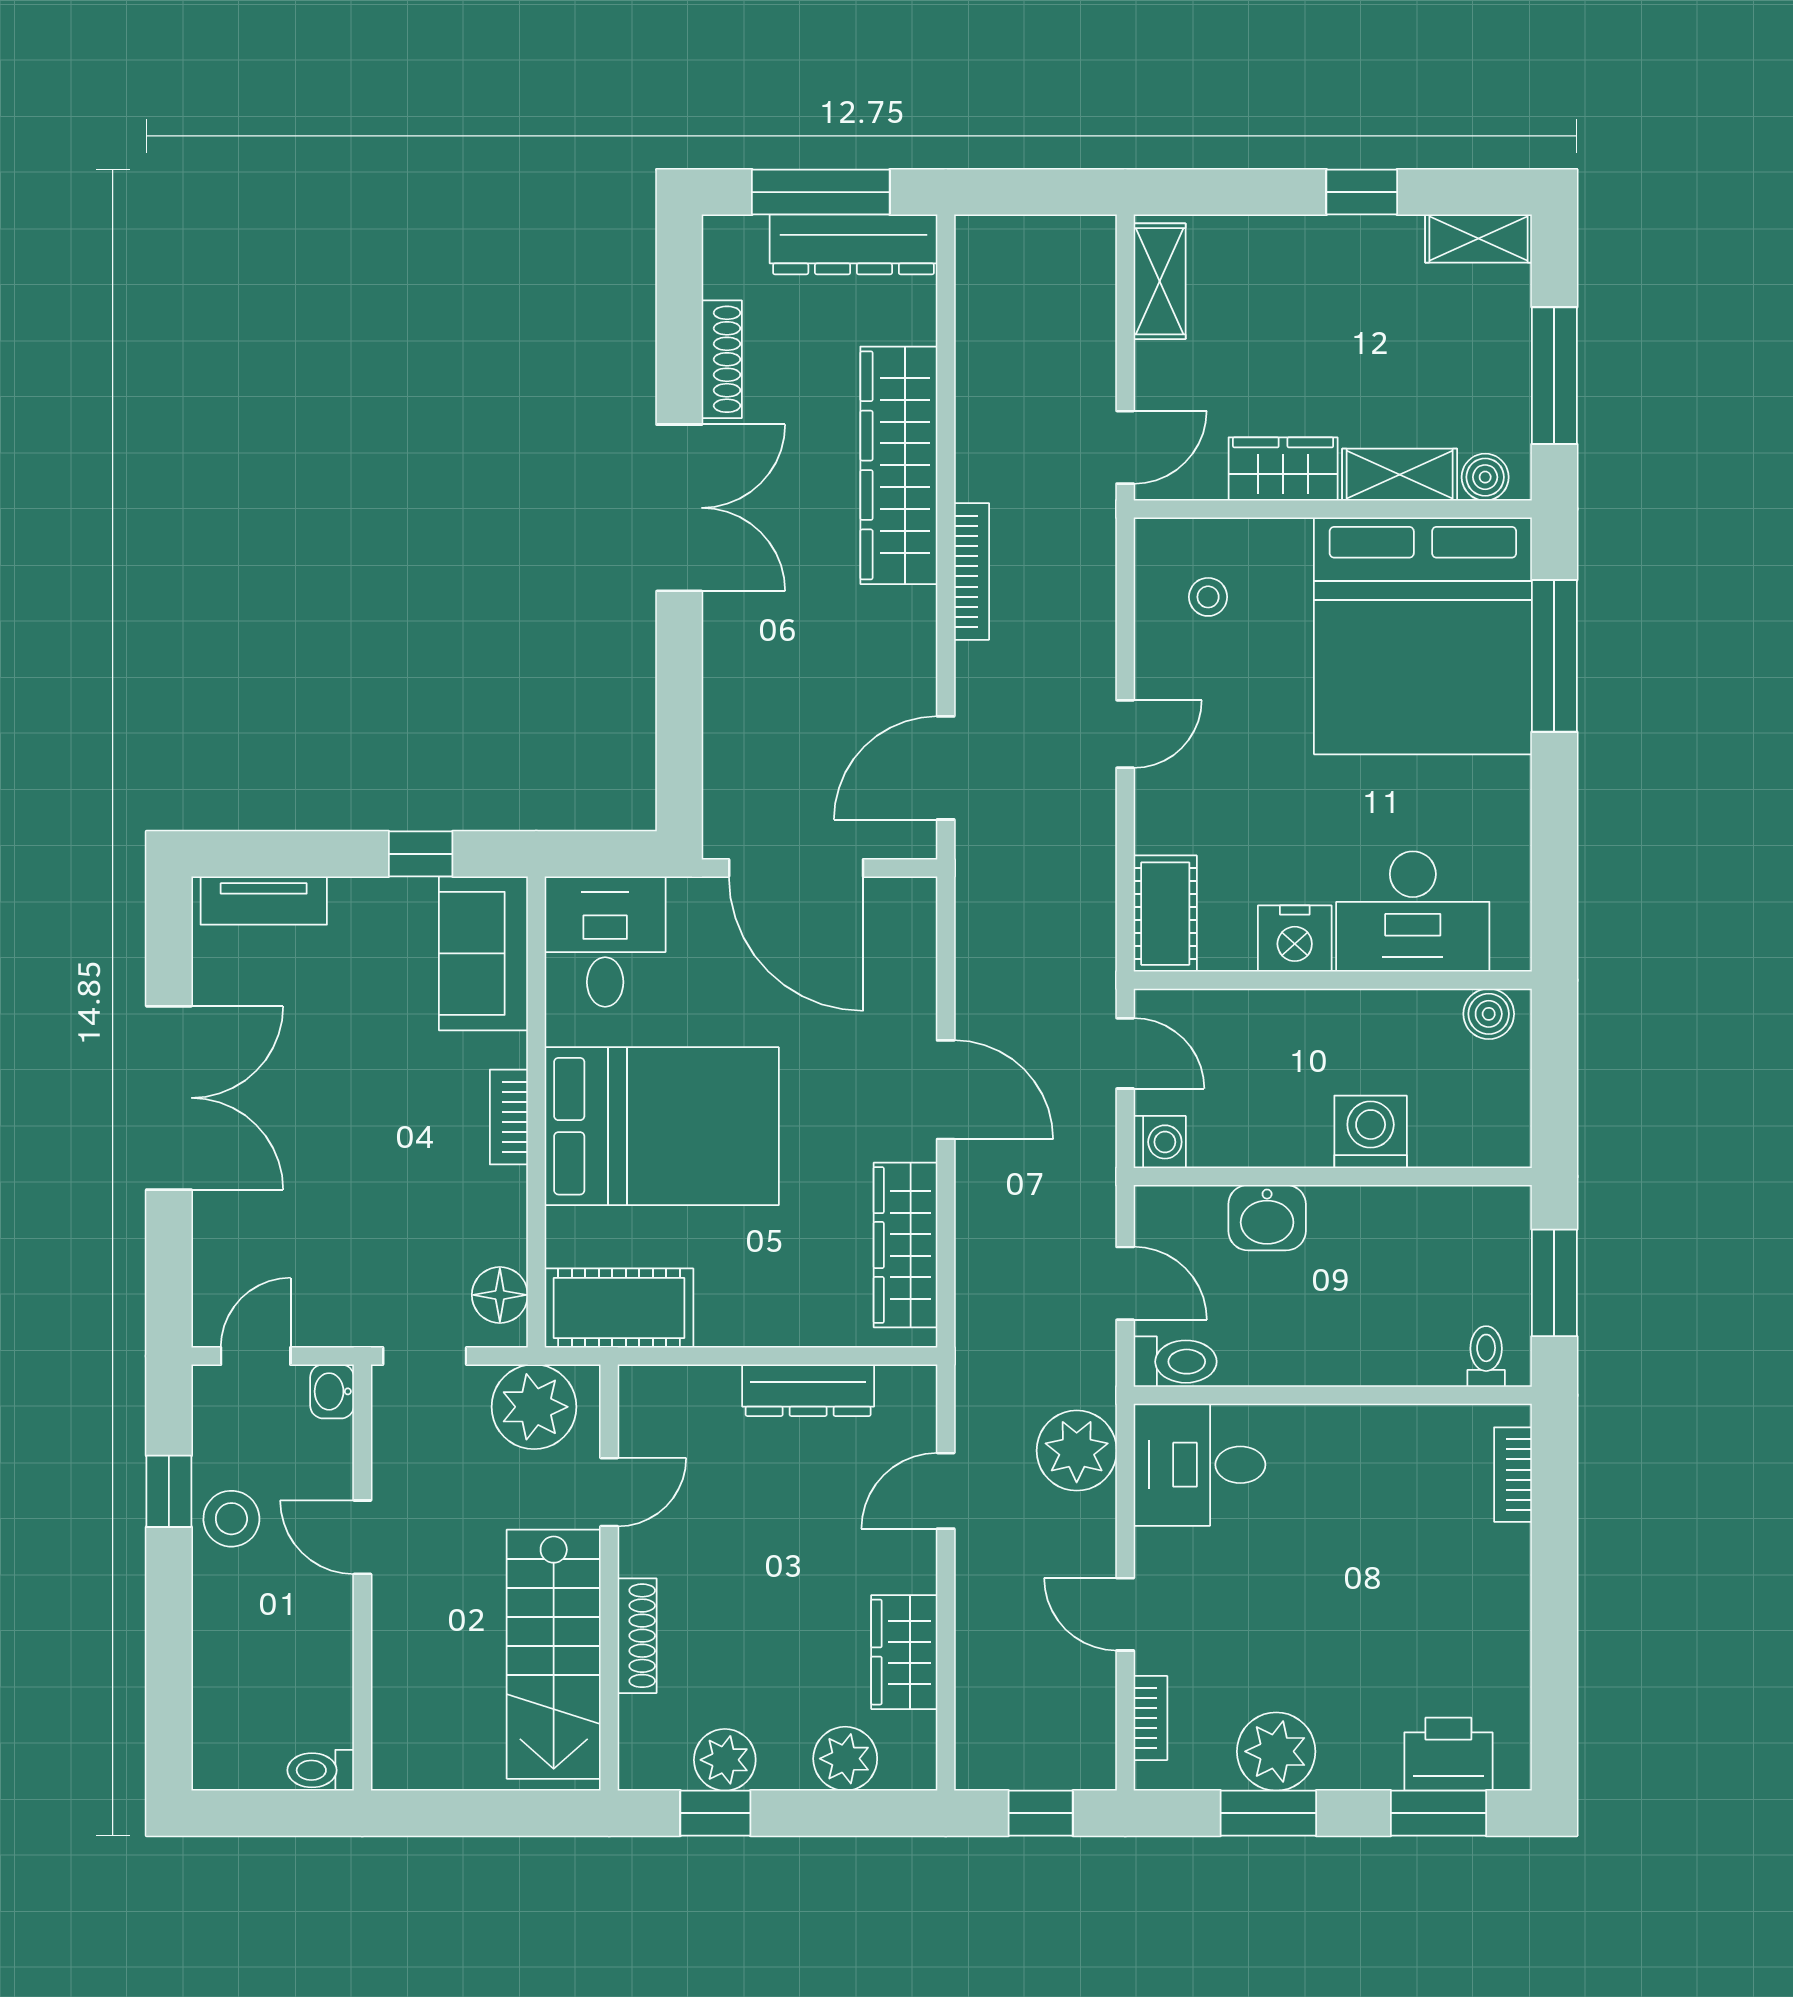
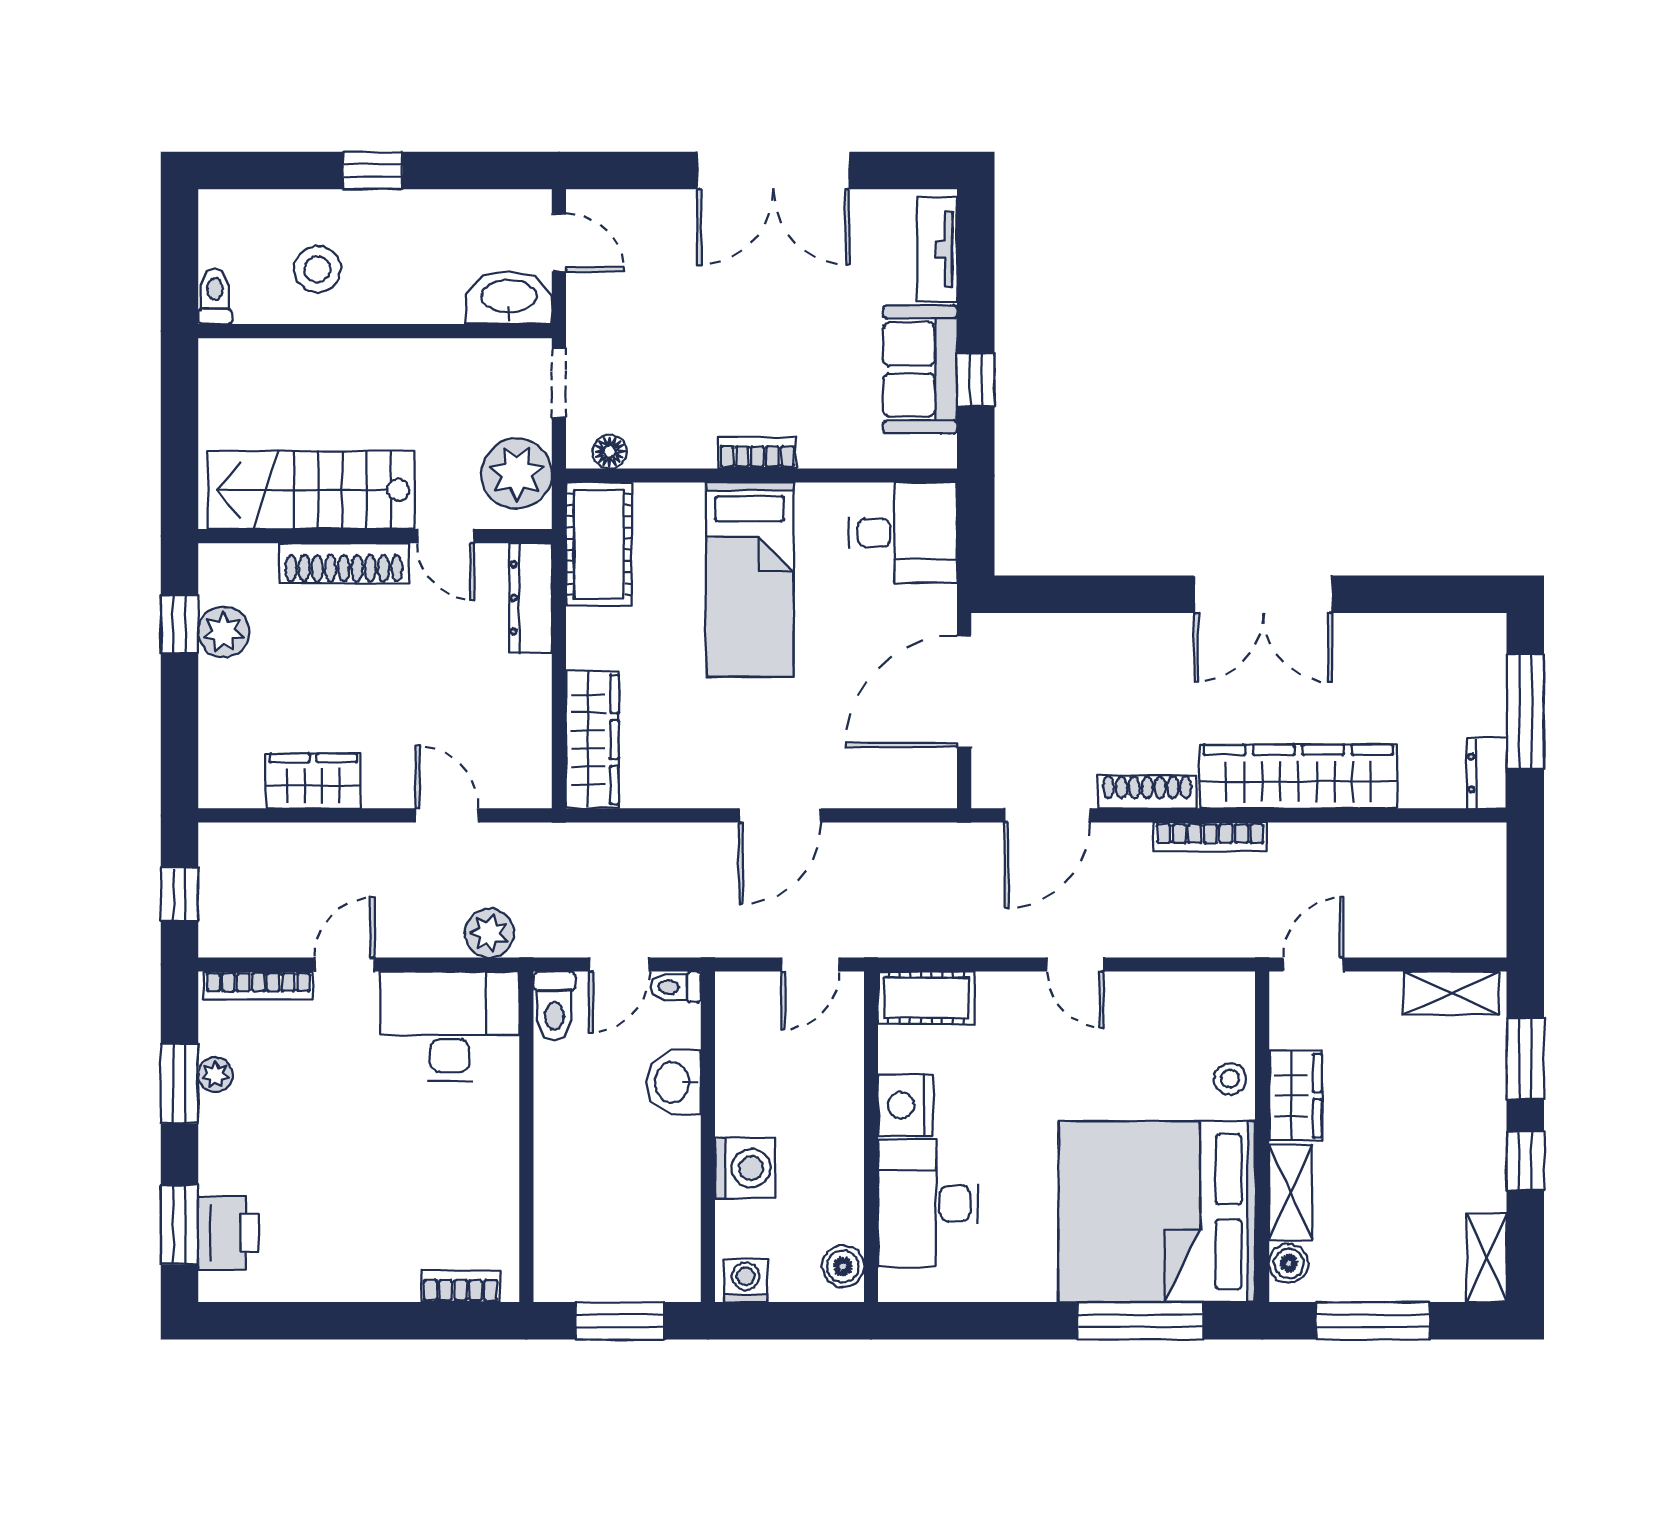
window: (1239, 192) -> (1525, 1059), added
dresser: (854, 244) -> (1487, 773), width x0.51, depth x0.80
shoe rack: (722, 359) -> (1147, 792), moved, turned 180
door: (1125, 447) -> (1313, 965), swing flipped
stool: (1208, 597) -> (1230, 1079), moved
door: (946, 768) -> (1047, 815), swing flipped
sofa: (483, 953) -> (920, 369), moved, turned -90
bed: (662, 1126) -> (750, 580), width x0.67
washing machine: (1160, 1142) -> (746, 1281), moved, turned 180
wardrobe: (905, 1245) -> (592, 740), moved, turned 90
floor lamp: (500, 1295) -> (610, 452), width x0.73, depth x0.73
toilet: (1486, 1356) -> (676, 987), moved, turned 180
dresser: (808, 1390) -> (531, 598), moved
washbasin: (332, 1391) -> (509, 298), width x1.91, depth x1.45
plant: (1077, 1451) -> (489, 933), width x0.73, depth x0.73
desk: (1199, 1465) -> (450, 1026), width x1.37
window: (169, 1491) -> (373, 170), moved
stool: (231, 1519) -> (317, 269), moved
door: (362, 1537) -> (408, 331), removed
shoe rack: (637, 1636) -> (344, 563), width x1.36, depth x1.24
bookcase: (1150, 1718) -> (258, 985), width x1.56
plant: (1276, 1751) -> (215, 1075), width x0.53, depth x0.53
plant: (845, 1759) -> (225, 732), removed

